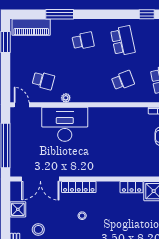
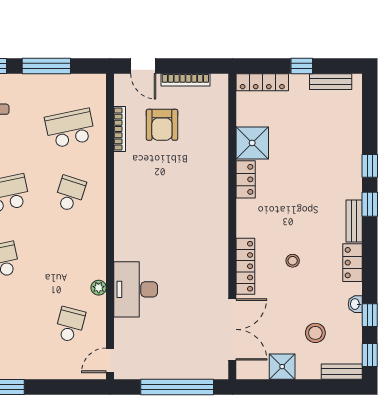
school desk: (123, 80) -> (70, 194), turned 39
desk: (65, 124) -> (136, 289), width x0.73, depth x0.77

